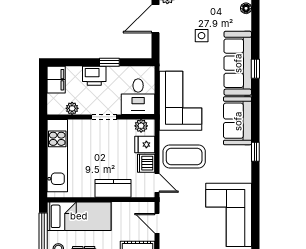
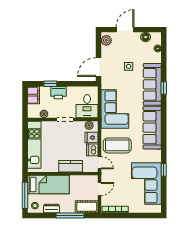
door: (155, 19) -> (98, 67), moved
window: (109, 62) -> (50, 84), moved
sofa: (238, 121) -> (152, 128), width x1.36
window: (255, 152) -> (164, 170), moved
door: (157, 223) -> (99, 189), swing flipped

